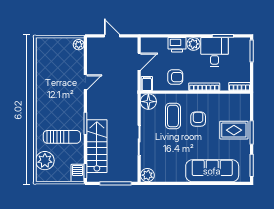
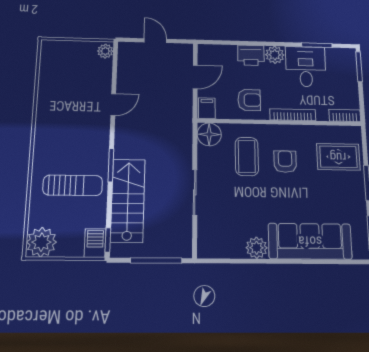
rug: (234, 130) -> (338, 157), moved
plant: (45, 161) -> (41, 242), moved
plant: (147, 175) -> (257, 248), moved

